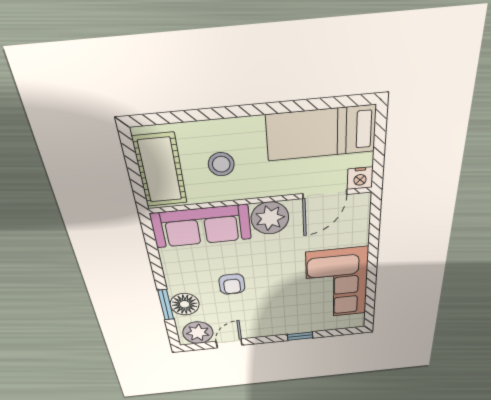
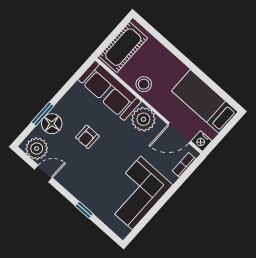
stool: (221, 164) -> (144, 84), moved
bookcase: (363, 218) -> (184, 165), added

